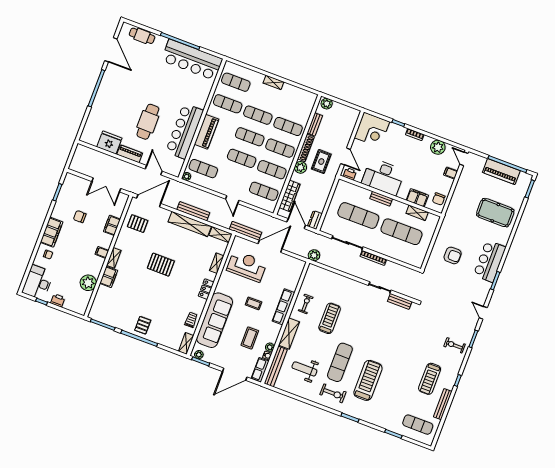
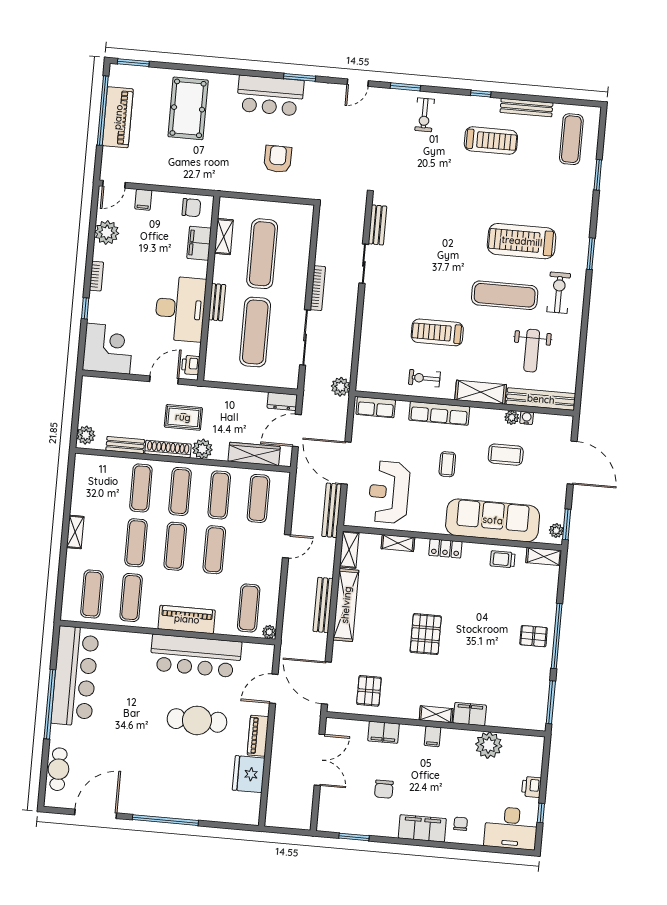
row of seats: (260, 370) -> (376, 407), moved

